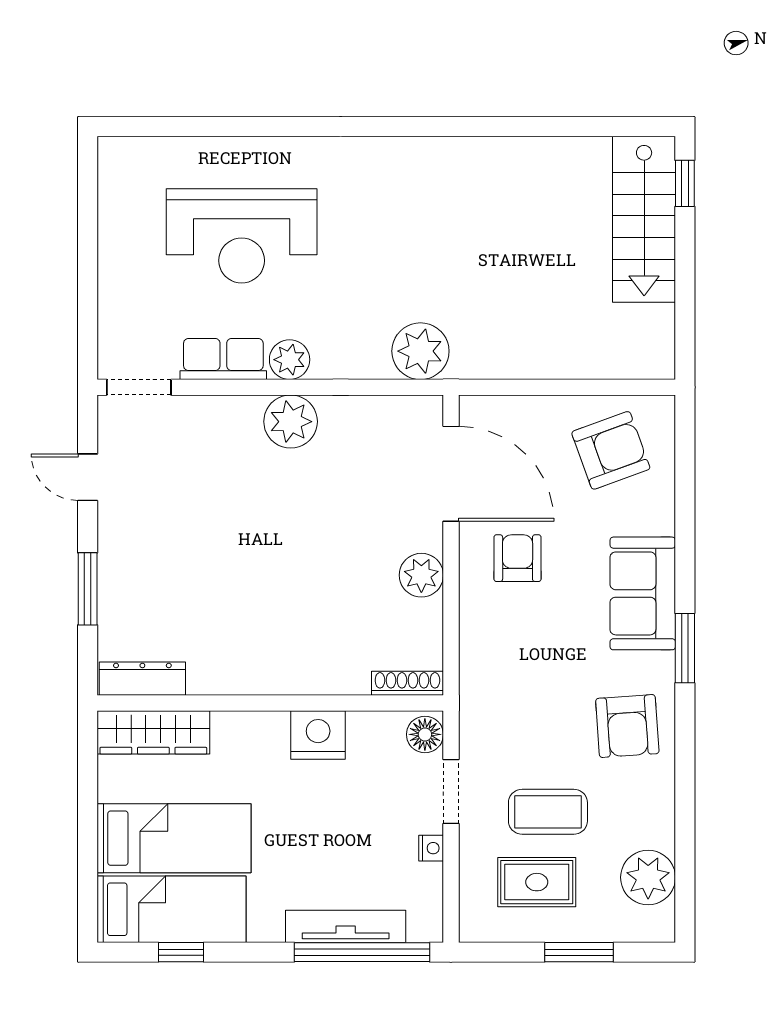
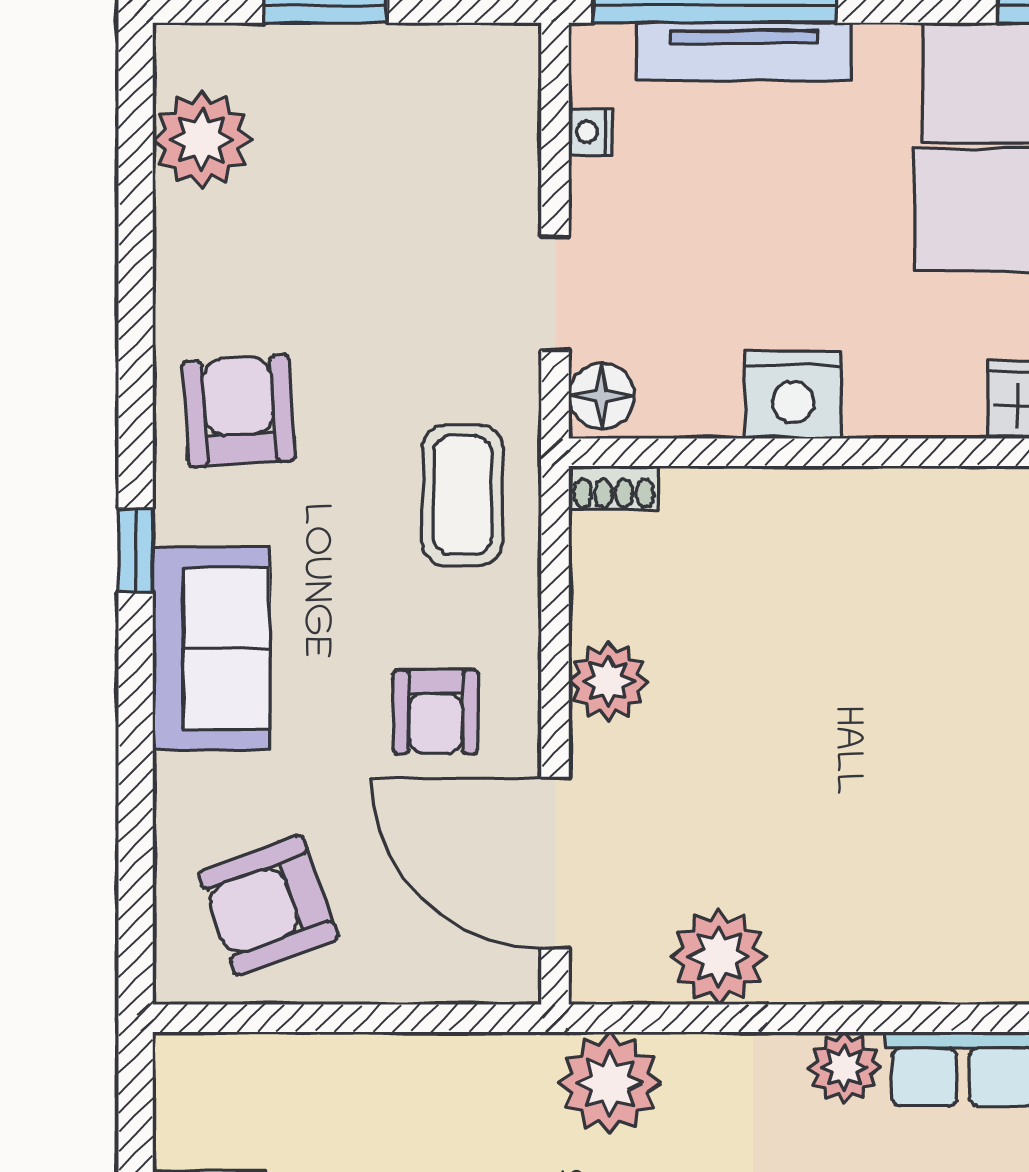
plant: (291, 422) -> (719, 957), moved
window: (685, 648) -> (136, 551), width x0.67
shoe rack: (407, 683) -> (614, 488), width x0.70
coffee table: (548, 812) -> (462, 495), moved, turned 90
nightstand: (431, 848) -> (591, 132), moved
rug: (537, 882) -> (401, 131), removed

